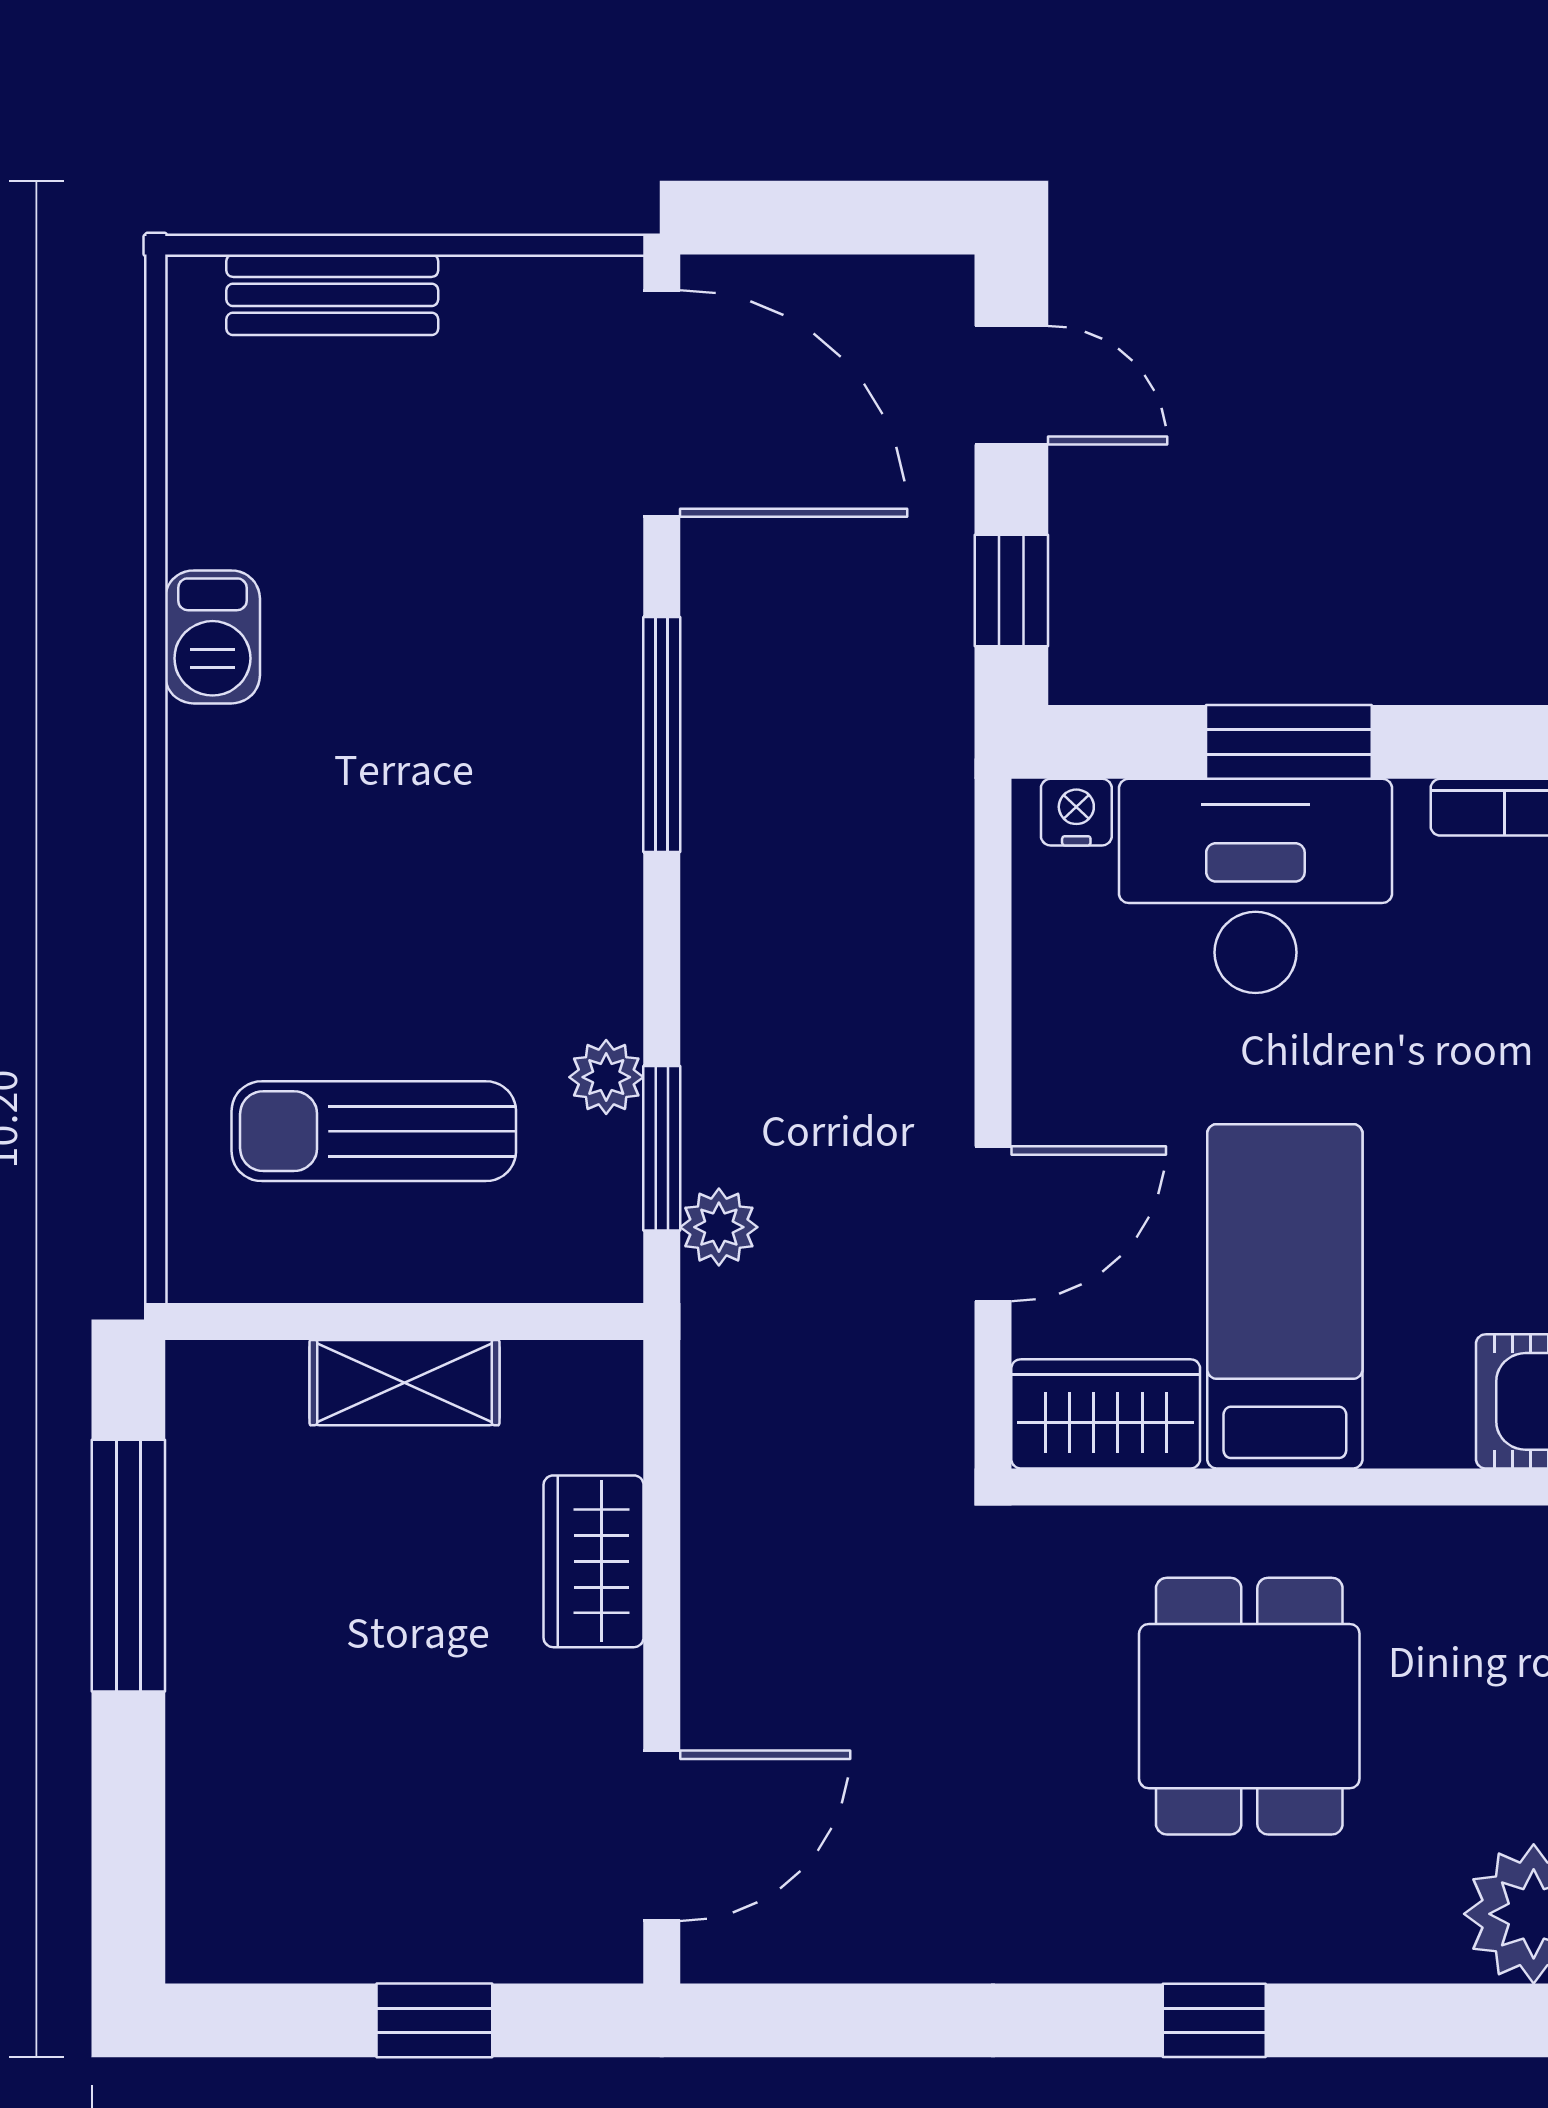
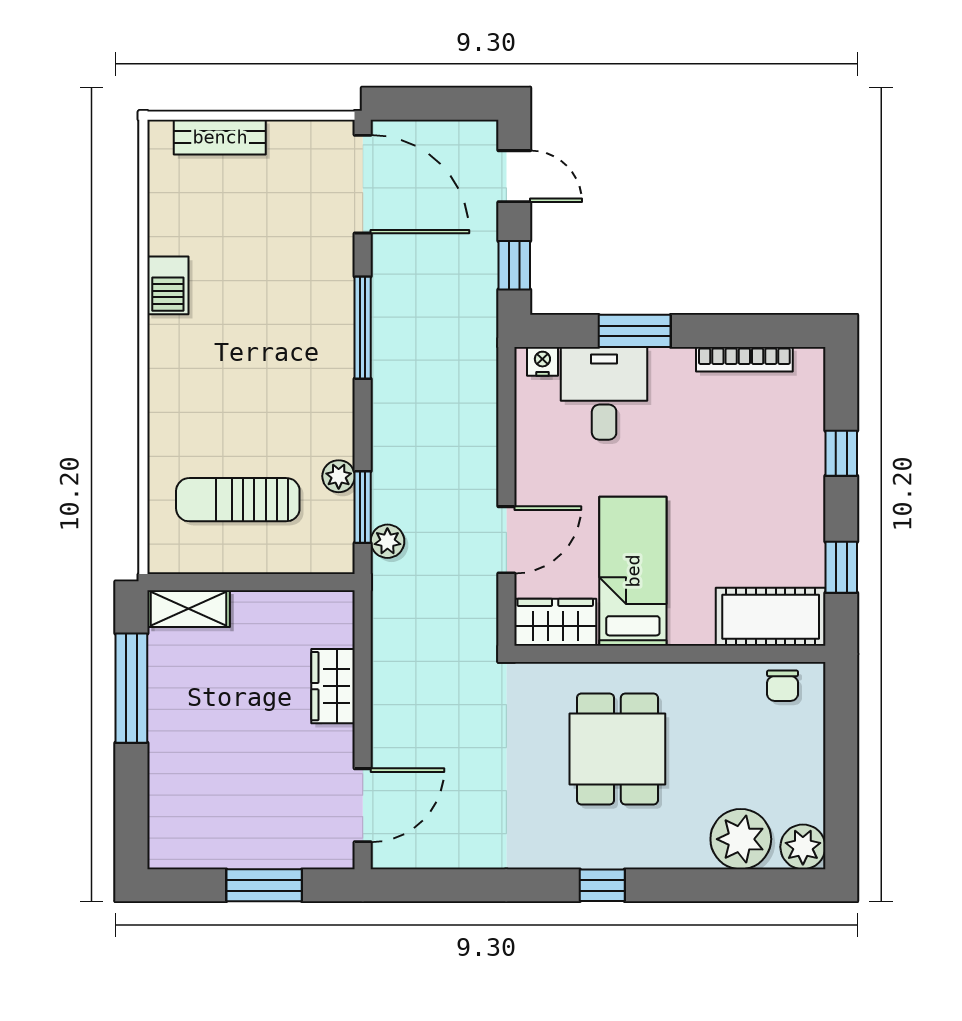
desk: (1255, 886) -> (604, 393), width x0.73
shelving: (404, 1383) -> (189, 609), moved
window: (434, 2020) -> (264, 885), width x1.50

